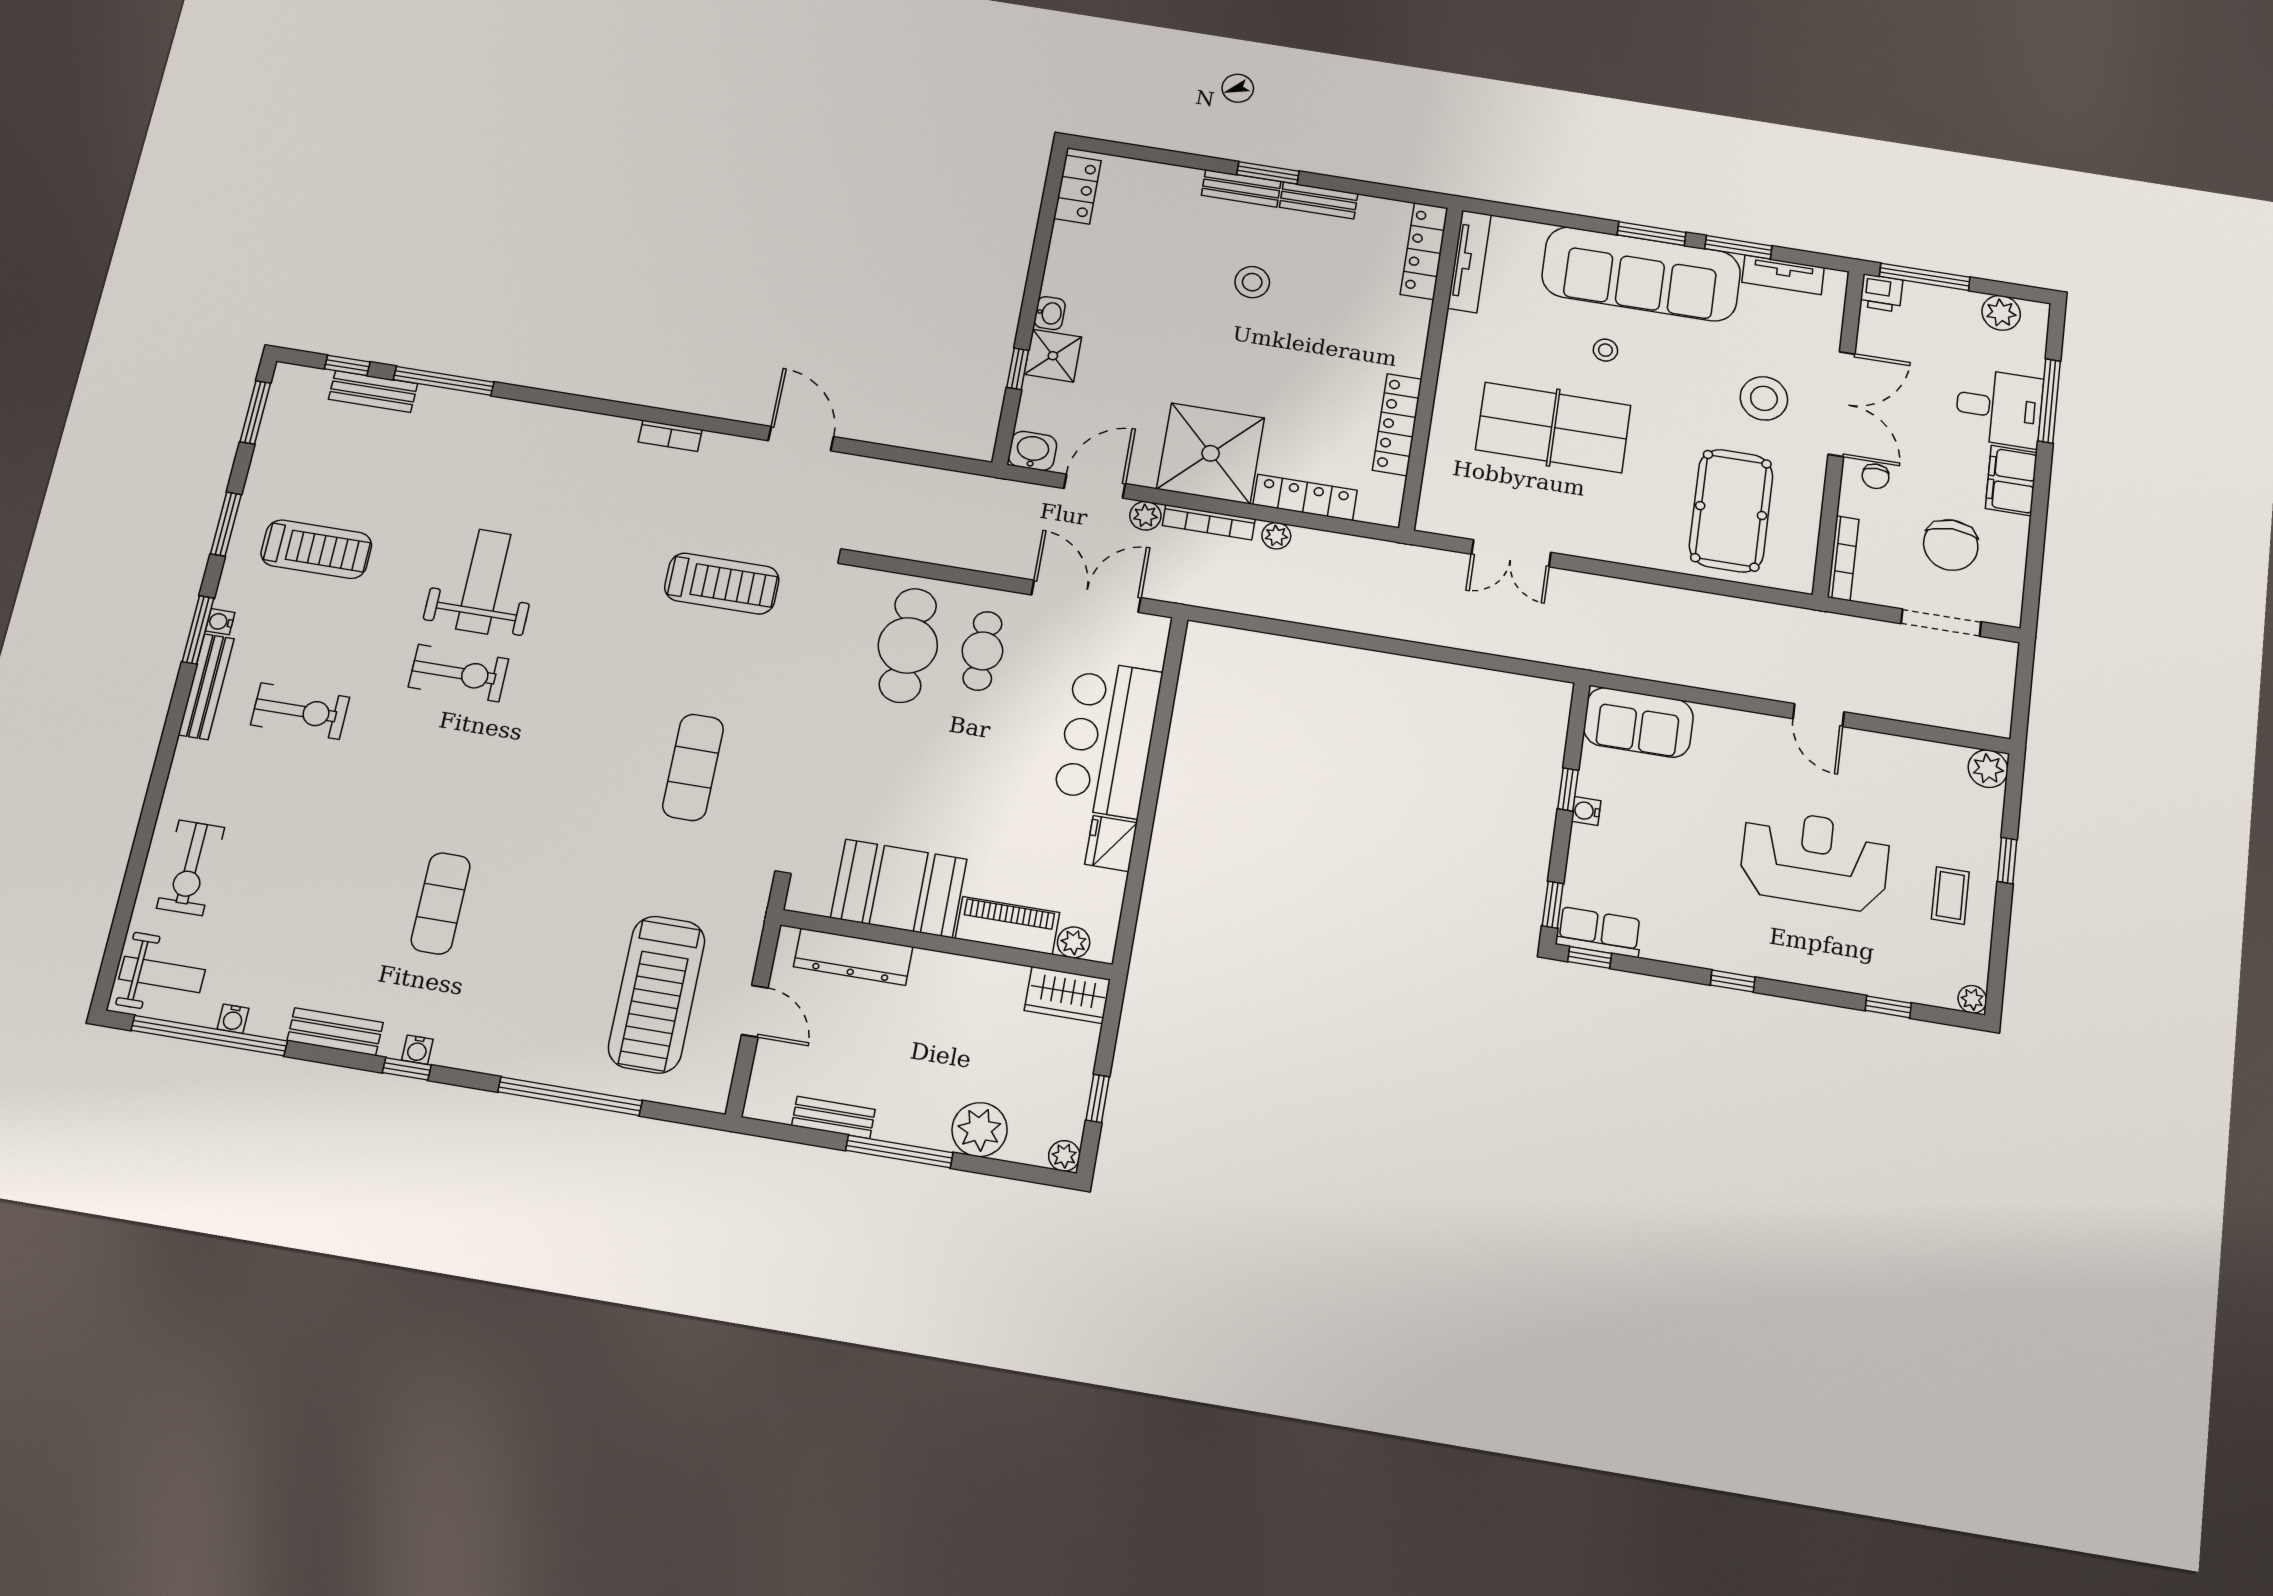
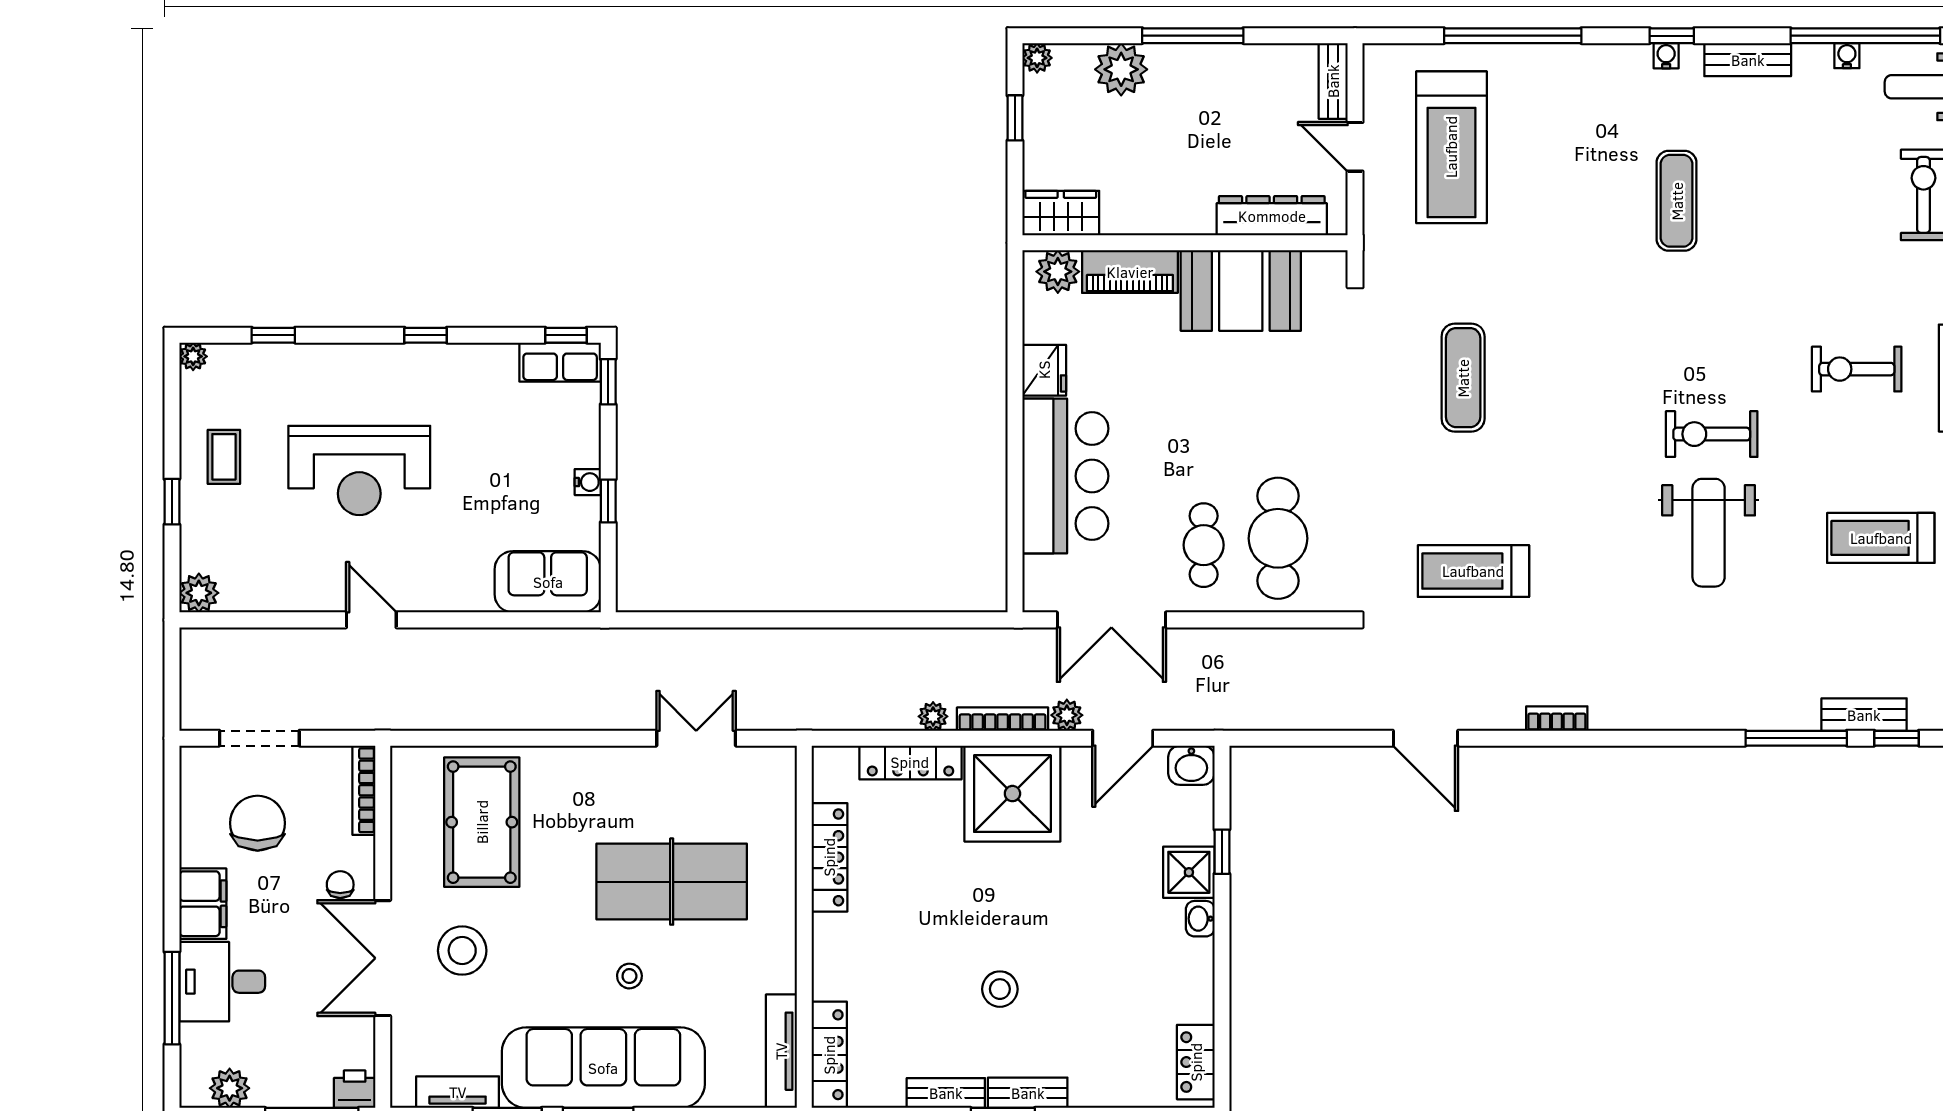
plant: (1074, 942) -> (1058, 272), width x1.38, depth x1.38
treadmill: (657, 994) -> (1451, 147), turned 180
bench: (833, 1117) -> (1333, 81), moved, turned 90

